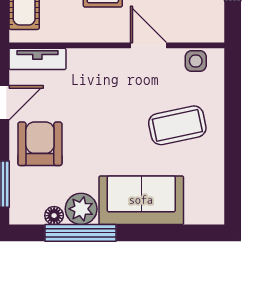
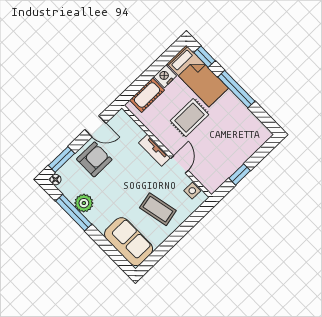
tv unit: (37, 59) -> (155, 150), moved
sofa: (141, 200) -> (129, 242), moved
floor lamp: (54, 216) -> (56, 180), moved

